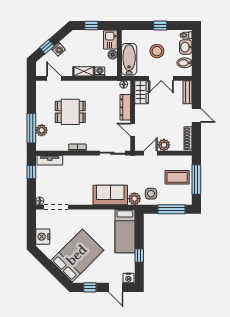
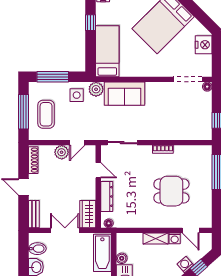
stool: (157, 51) -> (70, 262), removed
washing machine: (100, 71) -> (175, 238), moved
plant: (42, 130) -> (205, 170), removed
tv unit: (50, 160) -> (195, 134), removed
coffee table: (177, 177) -> (46, 114), turned 90

